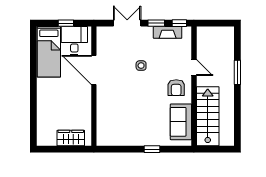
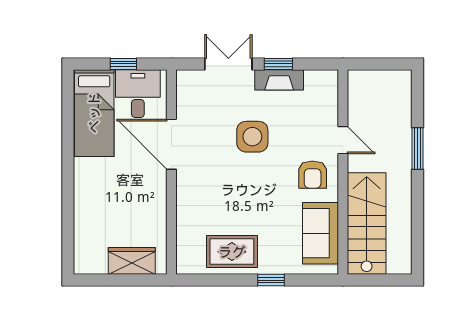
window: (179, 23) -> (318, 64), removed
fireplace: (168, 32) -> (279, 80), moved
side table: (141, 66) -> (252, 137), width x1.87, depth x1.87
rug: (129, 133) -> (232, 252), added

